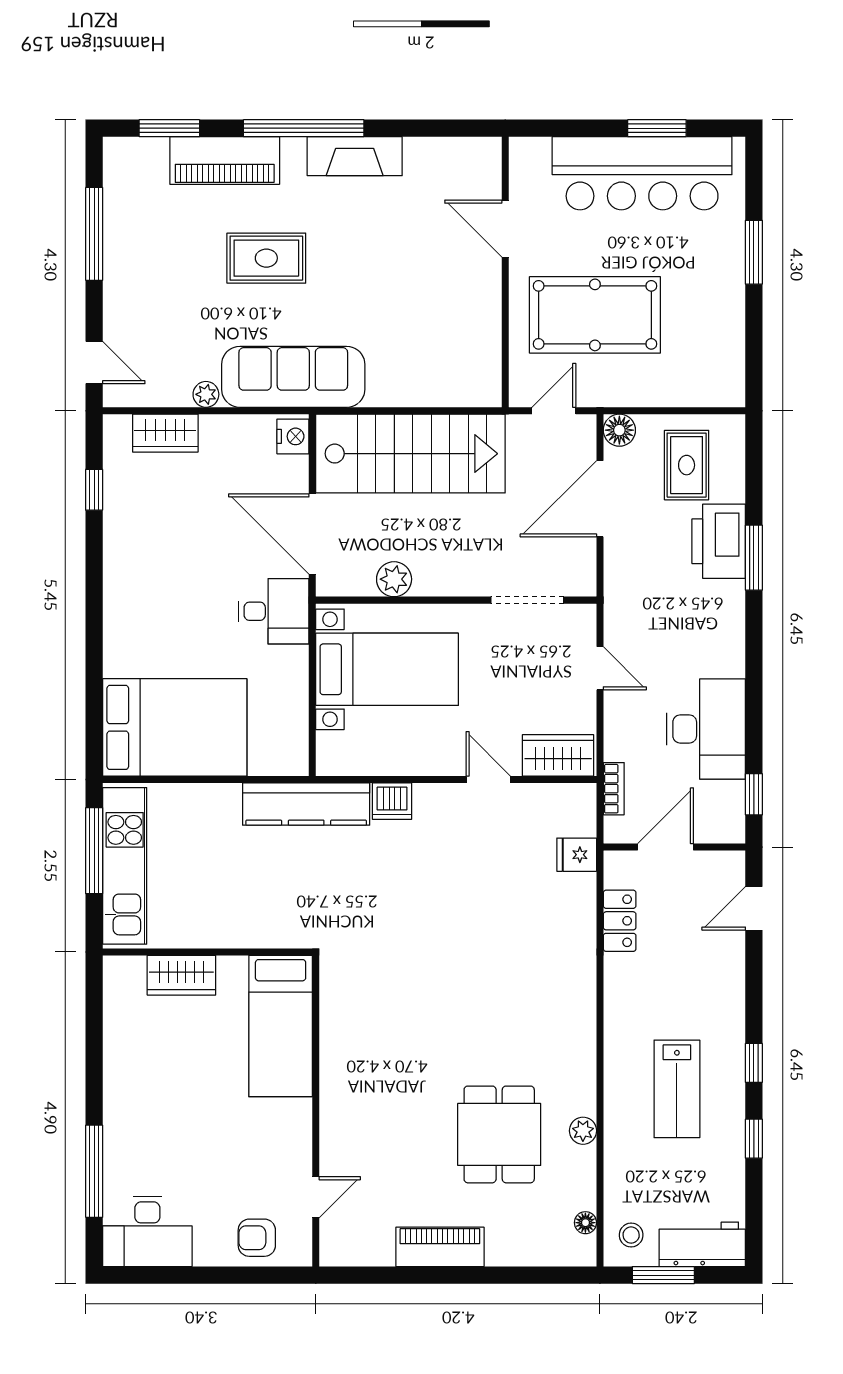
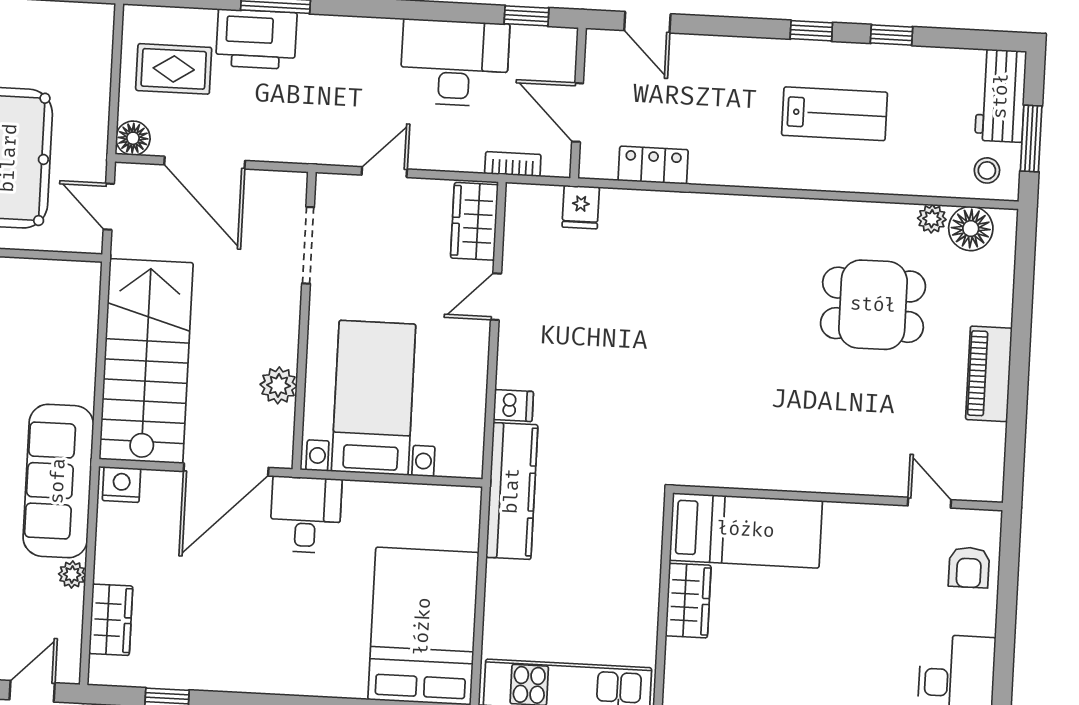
dishwasher: (392, 801) -> (513, 406), width x0.73
wardrobe: (181, 975) -> (688, 601), moved
plant: (583, 1131) -> (932, 219), moved
floor lamp: (585, 1223) -> (971, 229), width x1.89, depth x1.89

